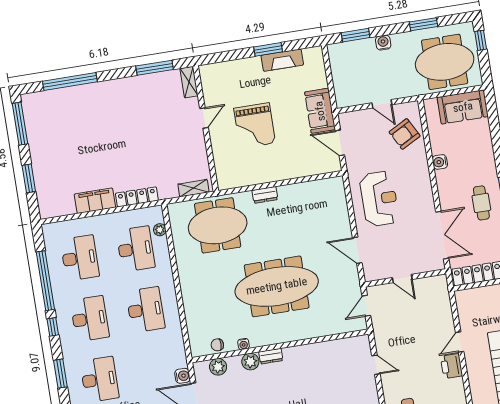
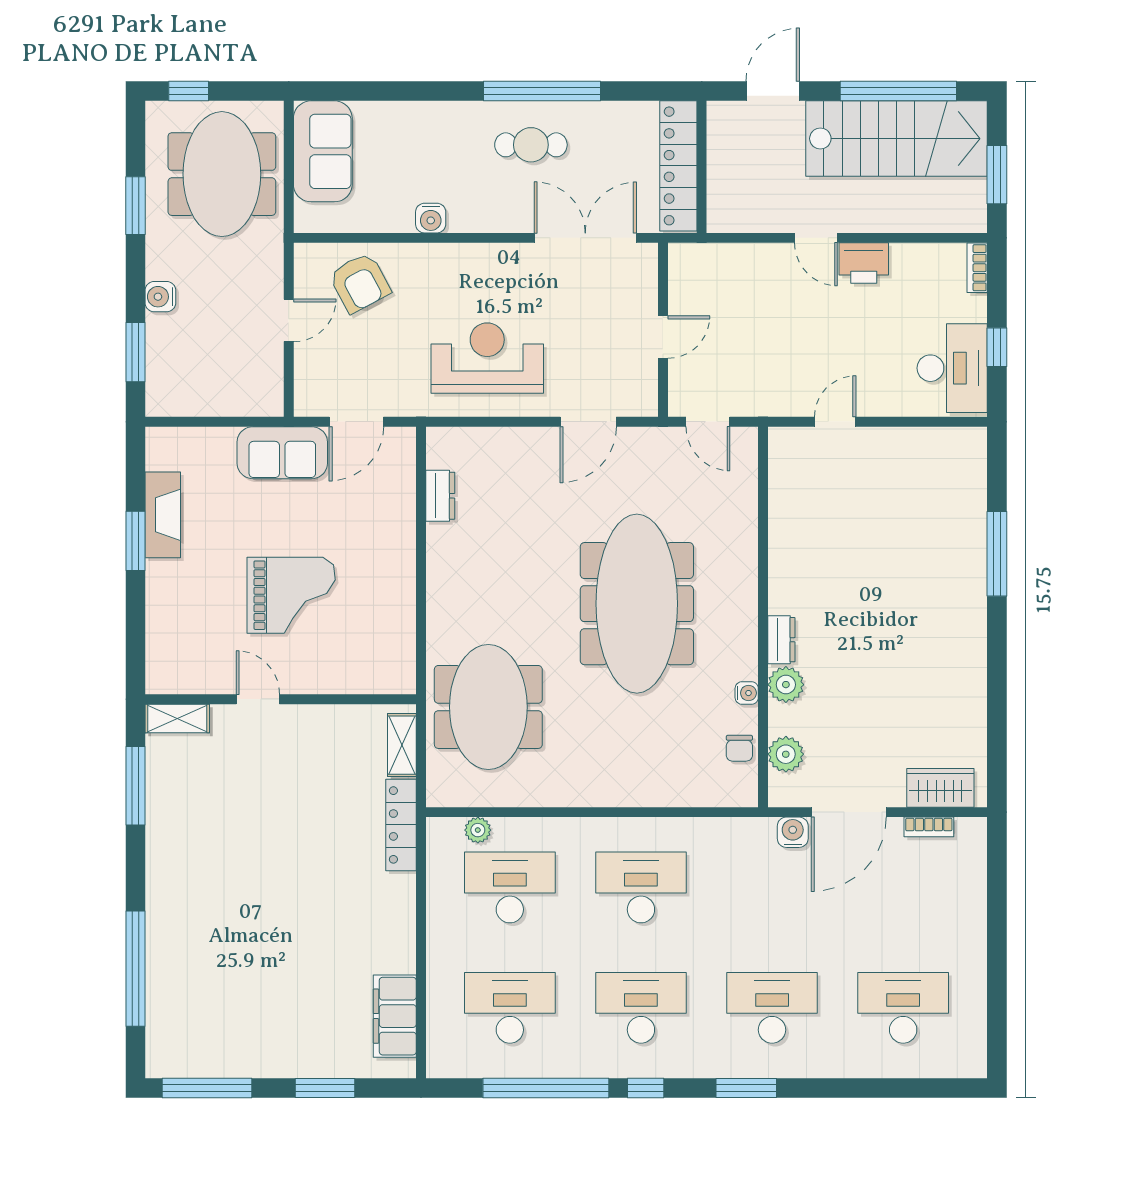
dresser: (265, 195) -> (440, 496), moved
locker: (137, 197) -> (401, 825), moved
filing cabinet: (95, 201) -> (395, 1016), moved

